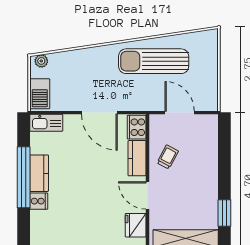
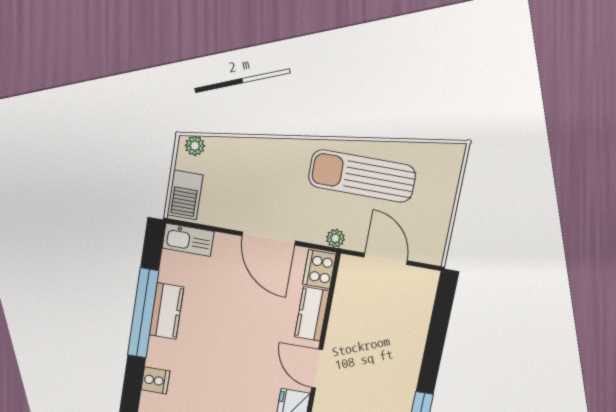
plant: (144, 105) -> (335, 238), added
trolley: (168, 157) -> (356, 320), removed
cooker: (39, 201) -> (155, 380), moved

